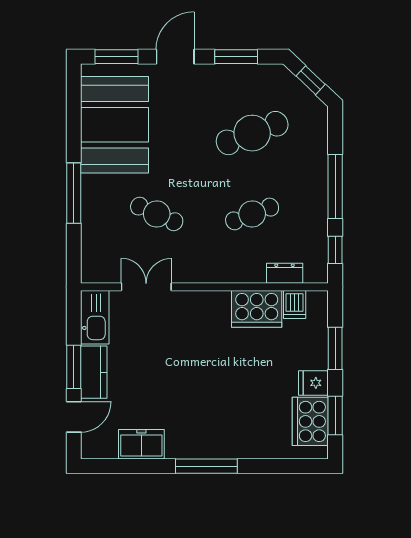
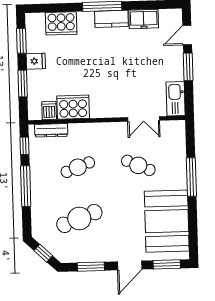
dresser: (285, 273) -> (51, 130), width x1.44
kitchen counter: (94, 372) -> (111, 19), moved, turned -90
cooker: (310, 421) -> (61, 23), moved, turned 90

